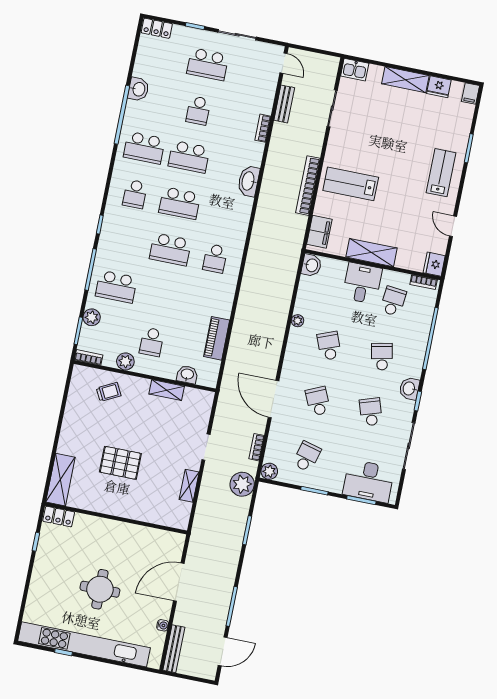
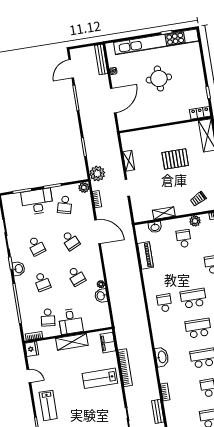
lab bench: (351, 184) -> (100, 378), turned 180
washbasin: (311, 265) -> (101, 296), moved
desk: (369, 481) -> (37, 202), moved

